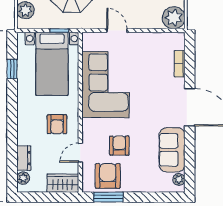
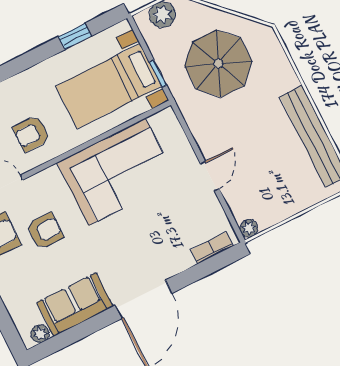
plant: (174, 18) -> (249, 228), width x0.53, depth x0.53
door: (117, 31) -> (210, 176), moved
bookcase: (180, 64) -> (212, 248), moved

